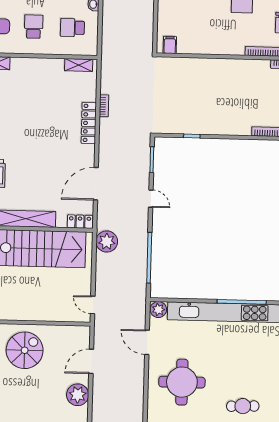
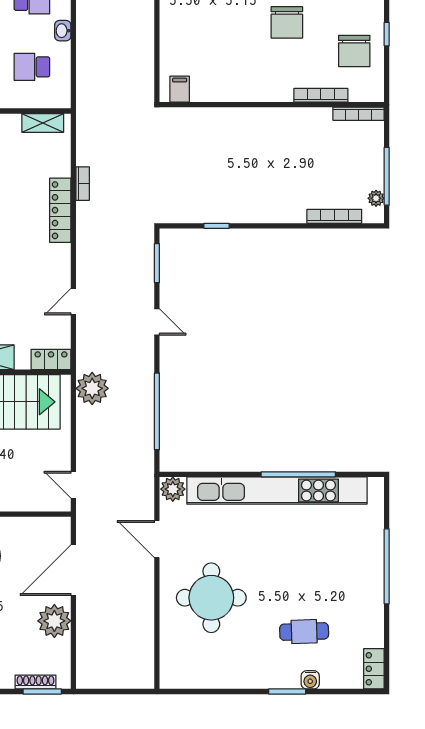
door: (96, 184) -> (73, 302), width x0.53
door: (91, 361) -> (73, 570), width x1.36

